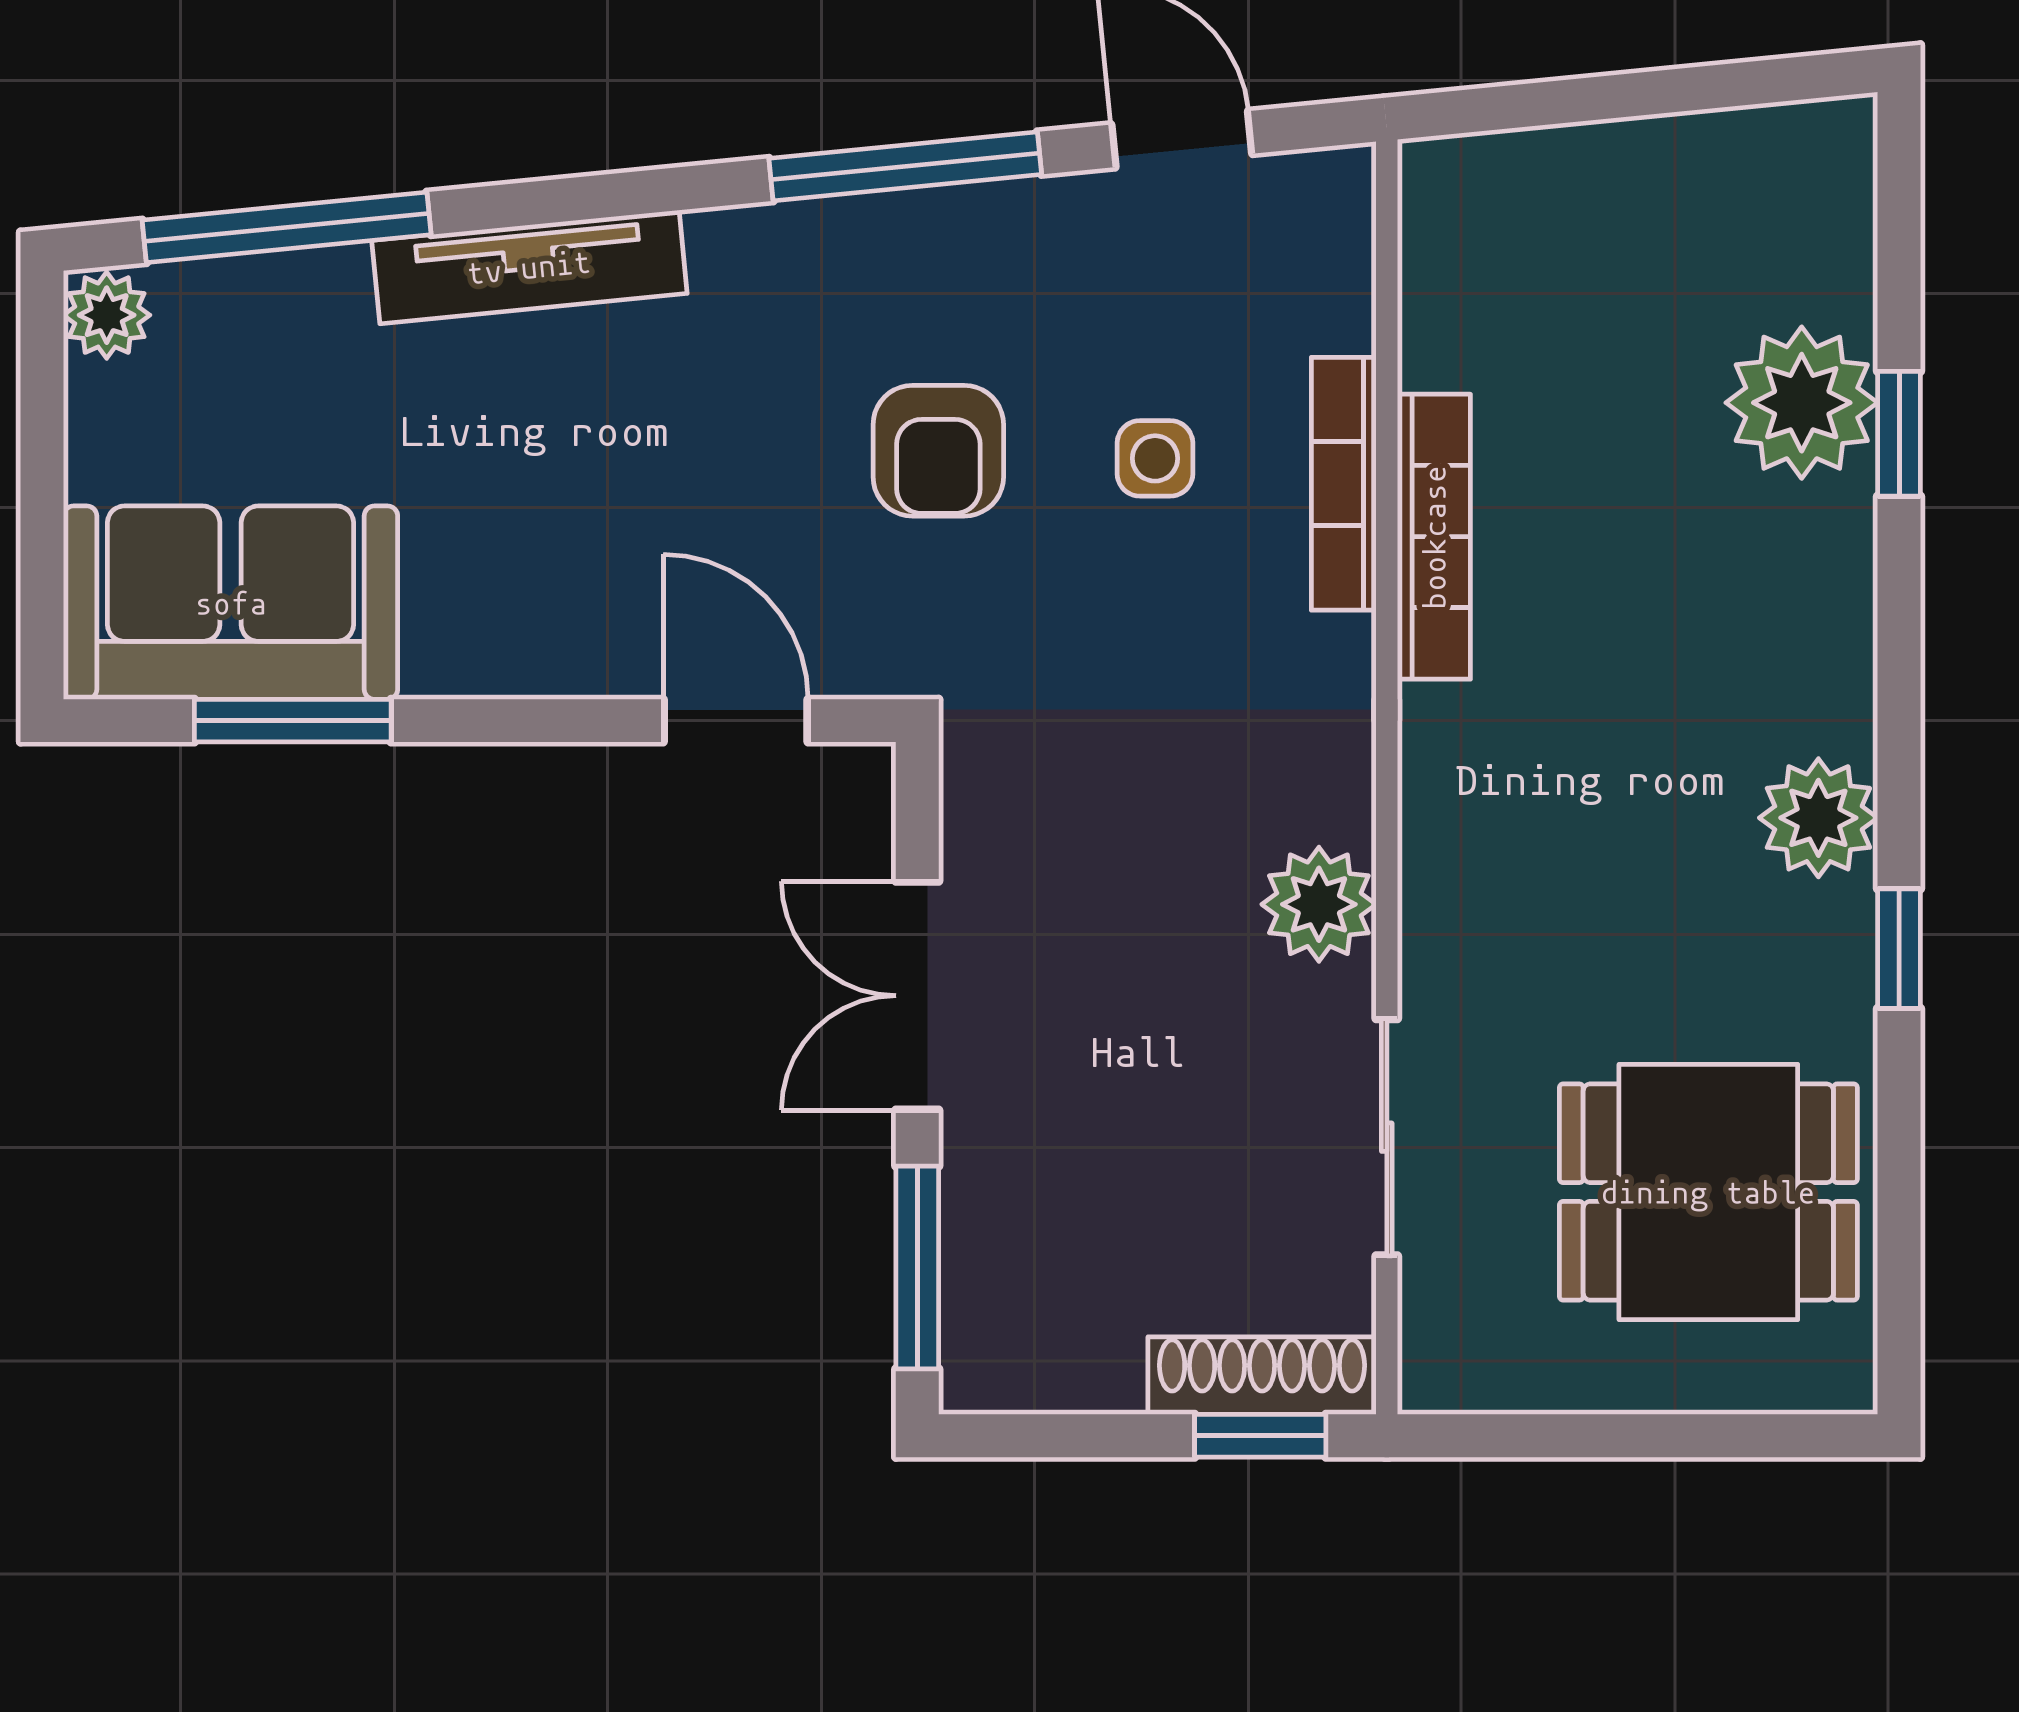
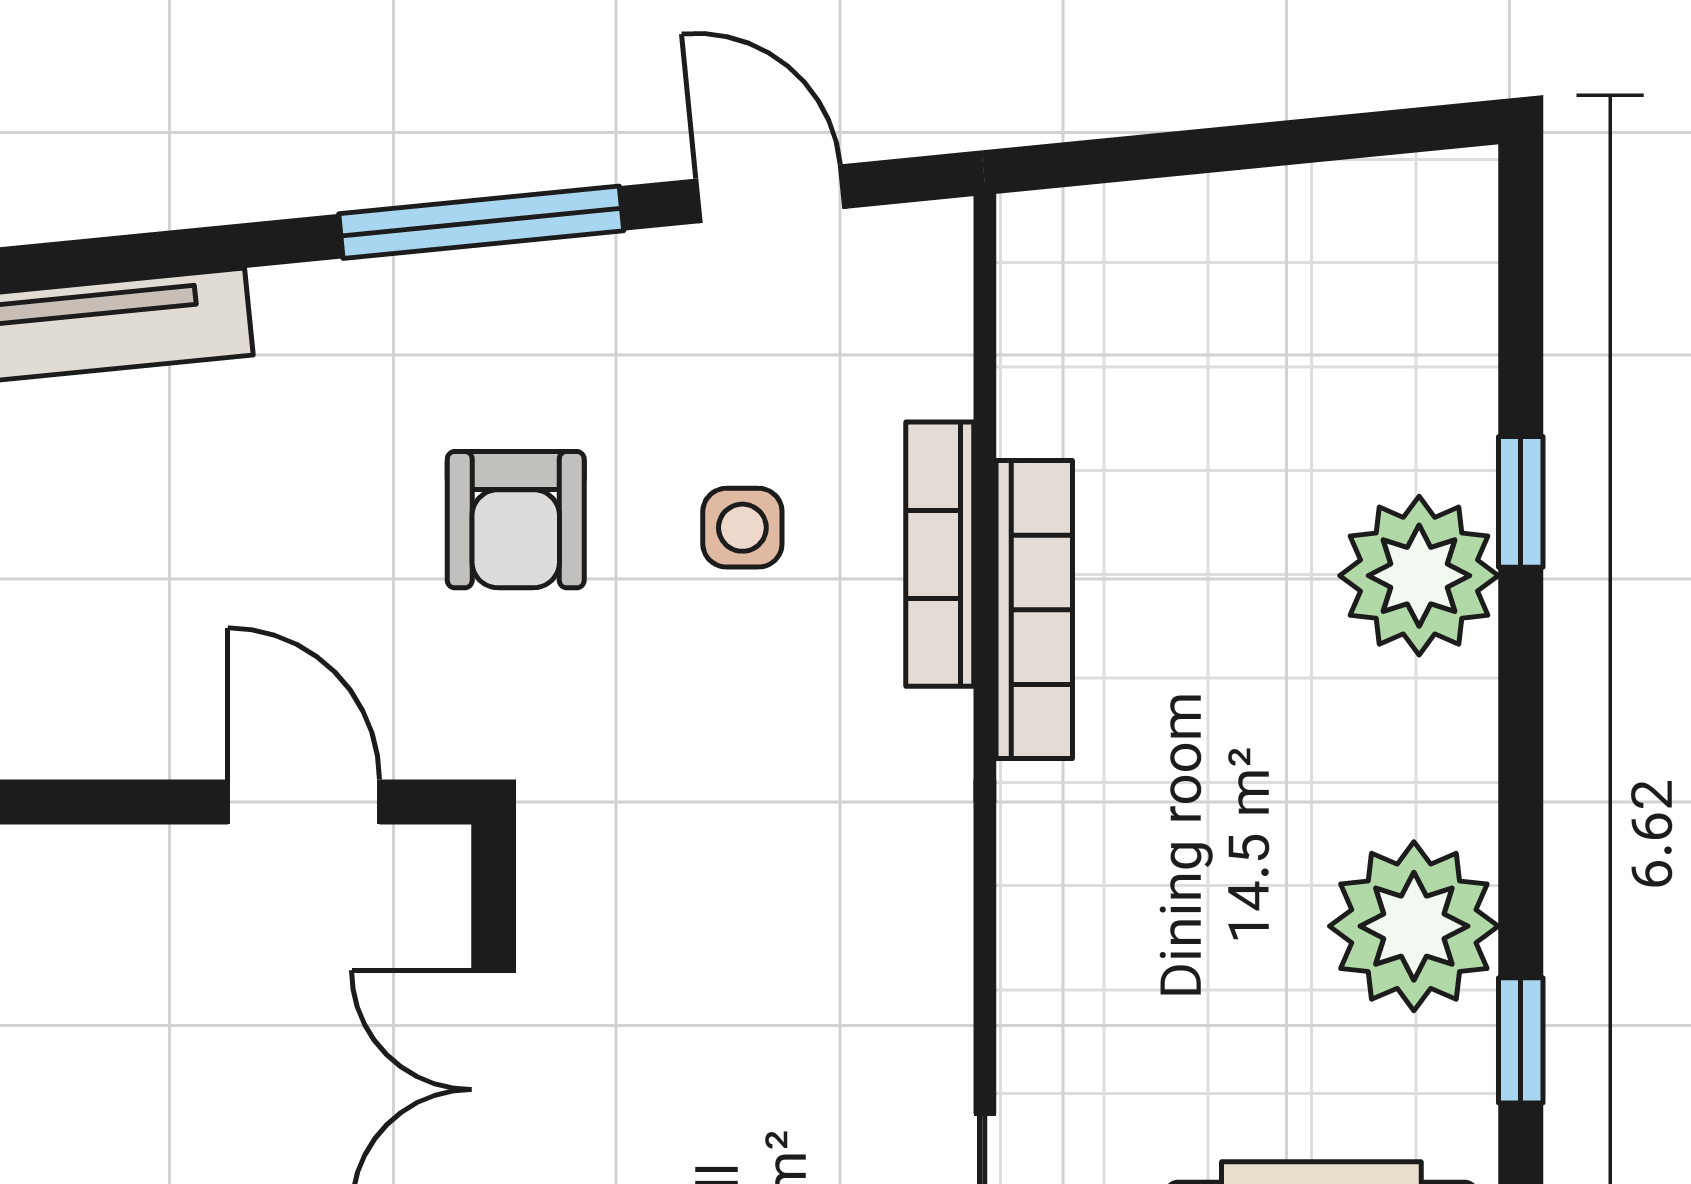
plant: (1802, 403) -> (1419, 576), moved
plant: (1818, 818) -> (1414, 926), width x1.36, depth x1.36
plant: (1319, 904) -> (914, 994), removed

